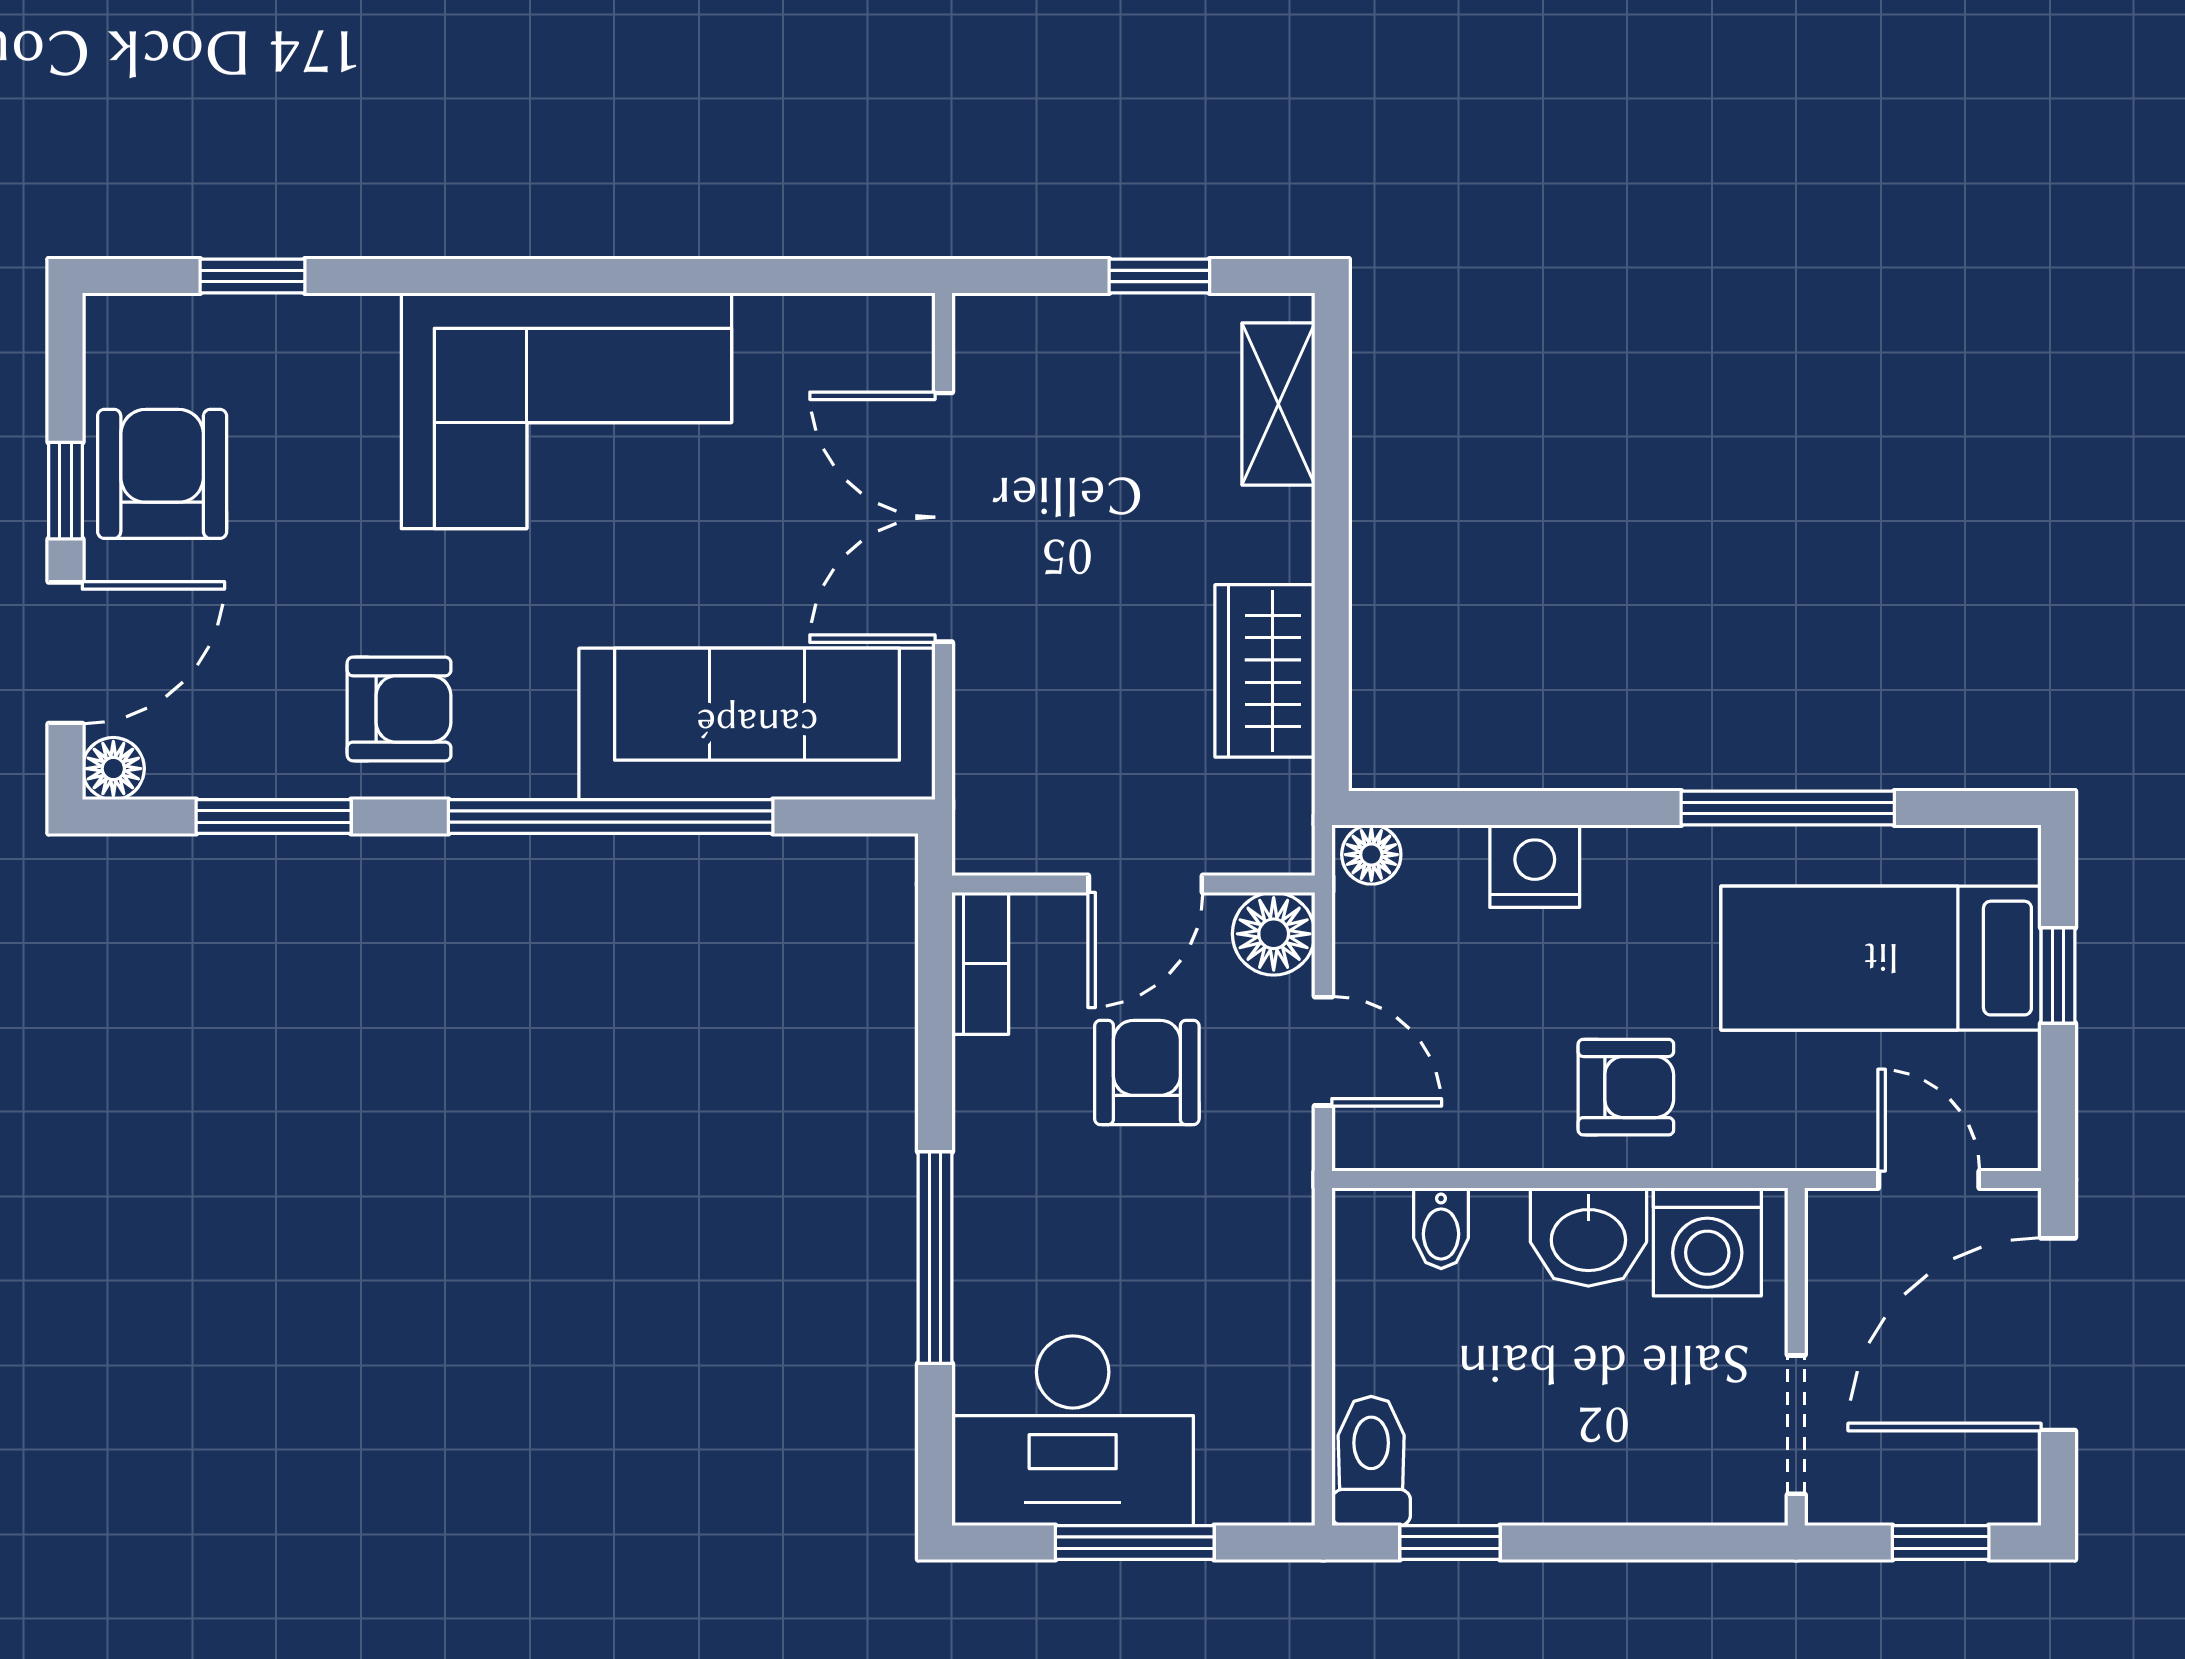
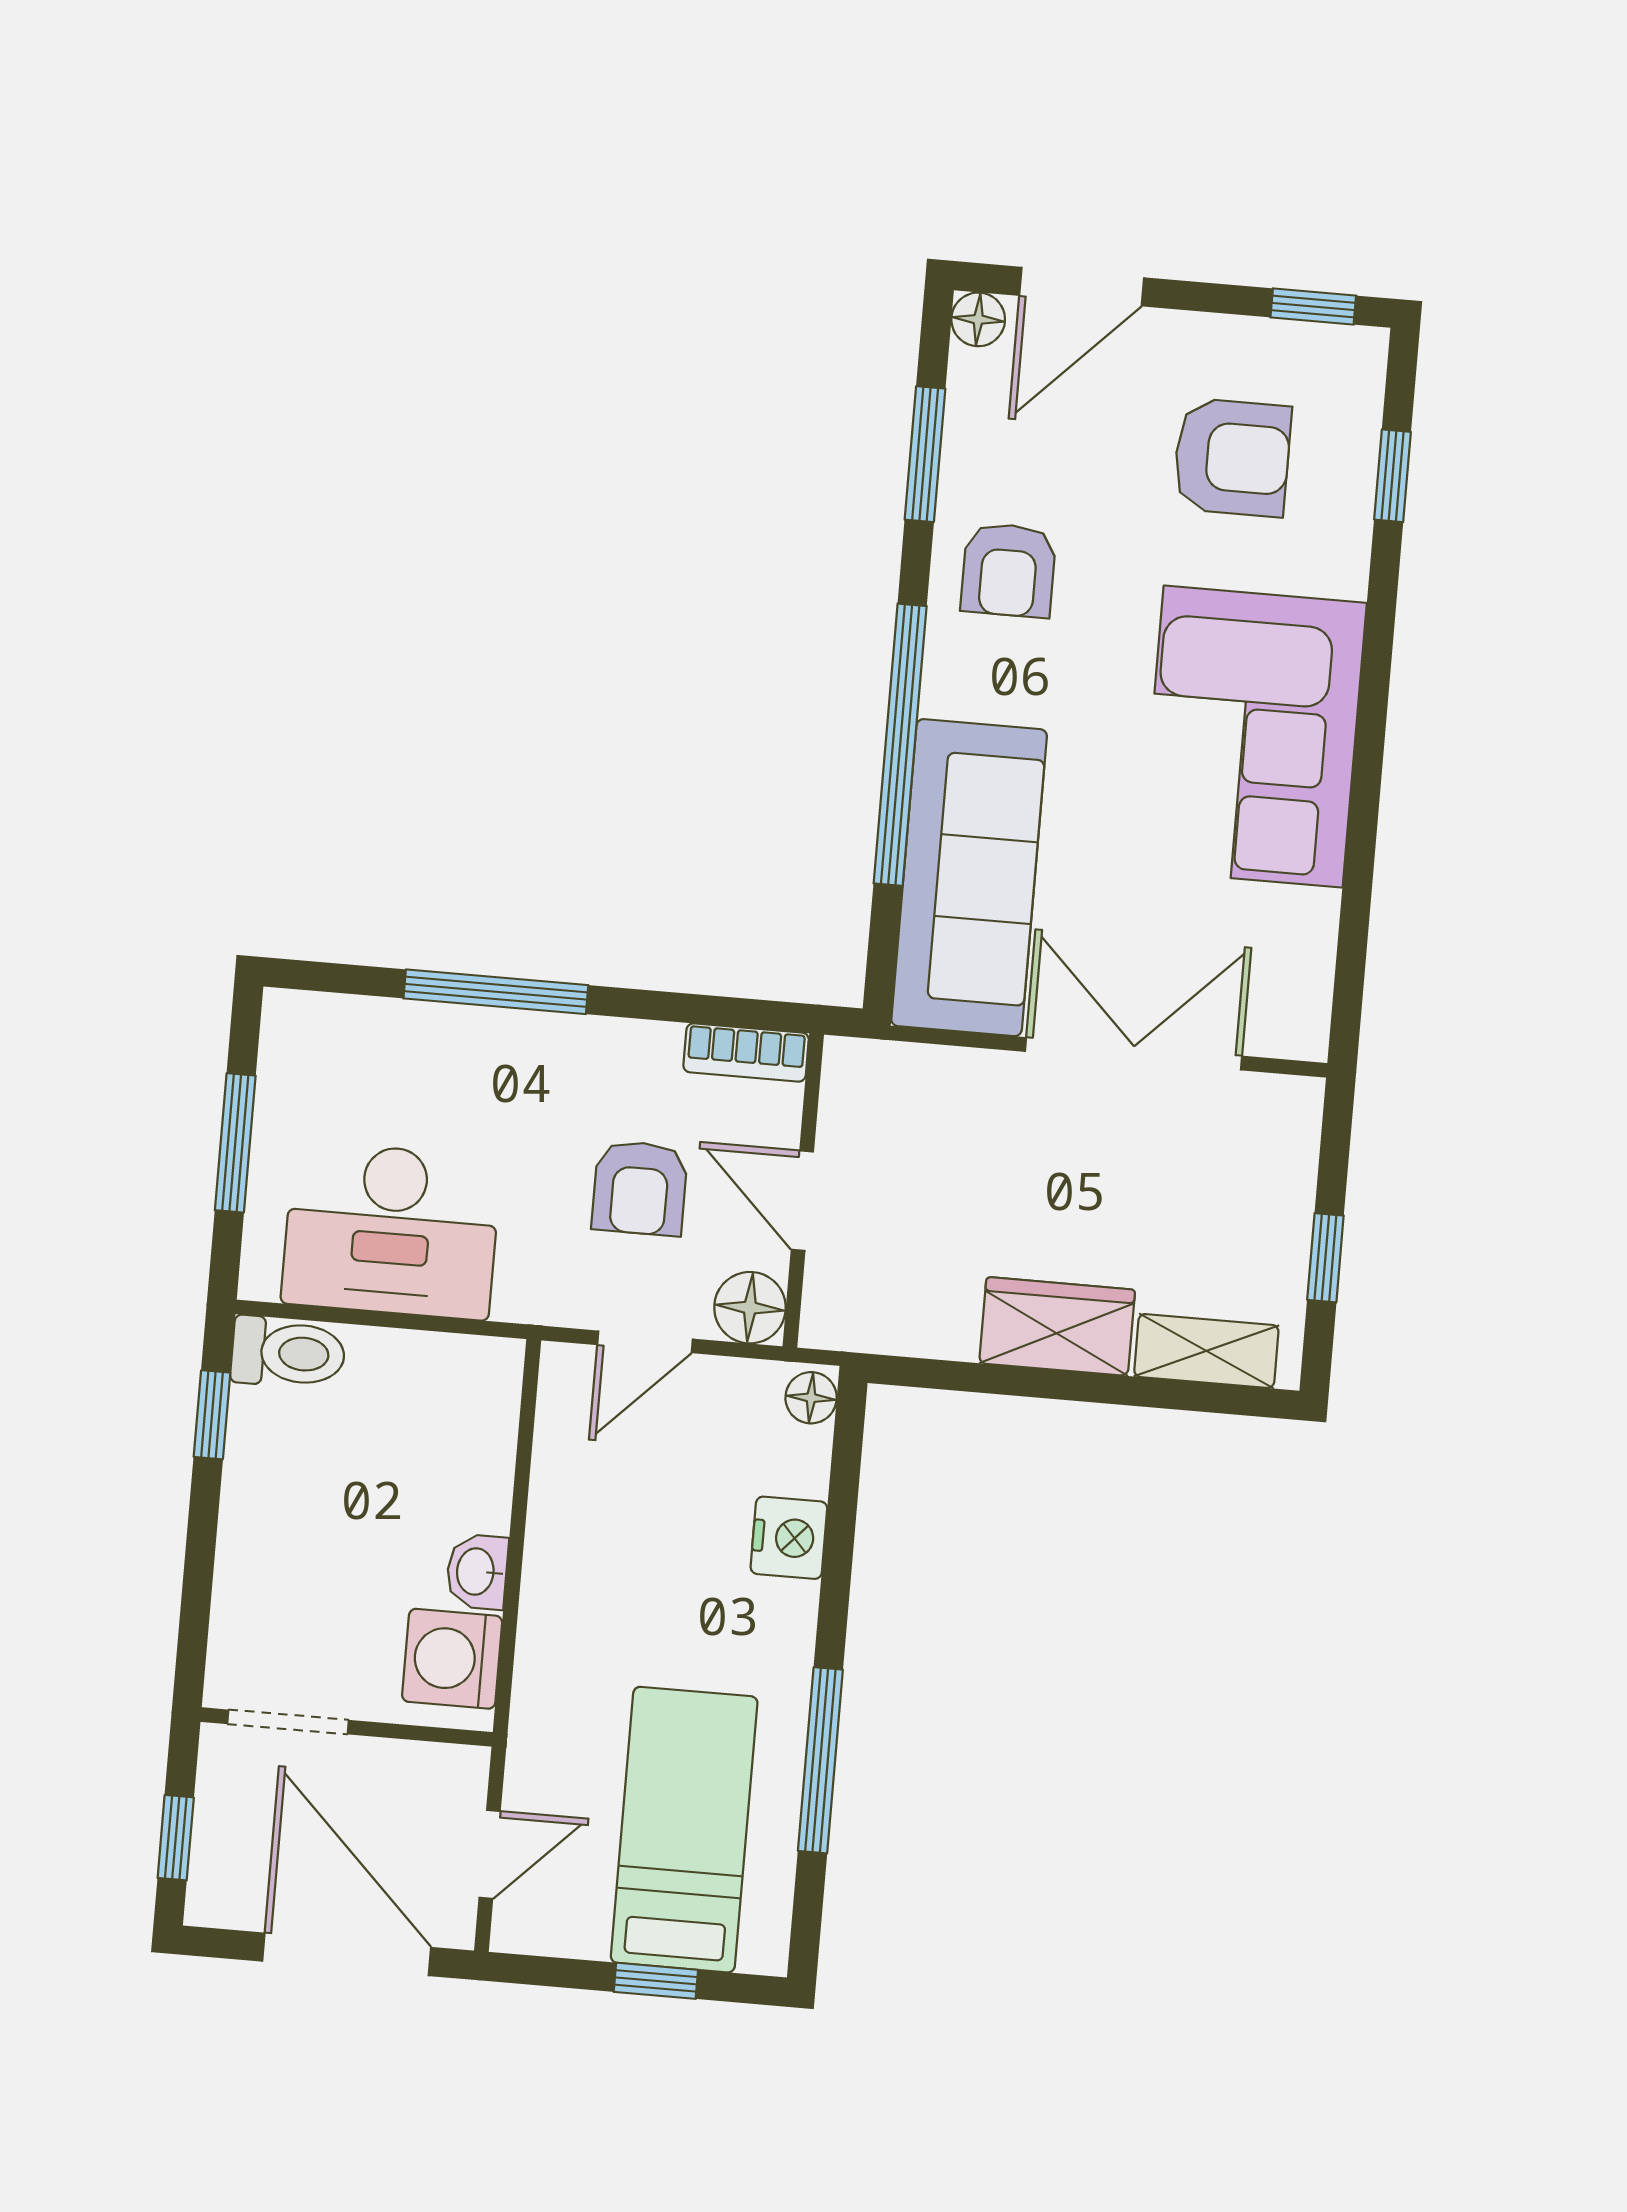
armchair: (162, 474) -> (1232, 457), moved
window: (65, 491) -> (1313, 307), moved
door: (65, 653) -> (1082, 287), hinge flipped
wardrobe: (1265, 671) -> (1057, 1326), moved
armchair: (1147, 1072) -> (640, 1188), turned 90
armchair: (1626, 1087) -> (592, 1600), removed
bidet: (1441, 1228) -> (484, 1430), removed
washbasin: (1588, 1237) -> (477, 1572), width x0.72, depth x0.69
desk: (1073, 1431) -> (391, 1230), moved, turned -90

